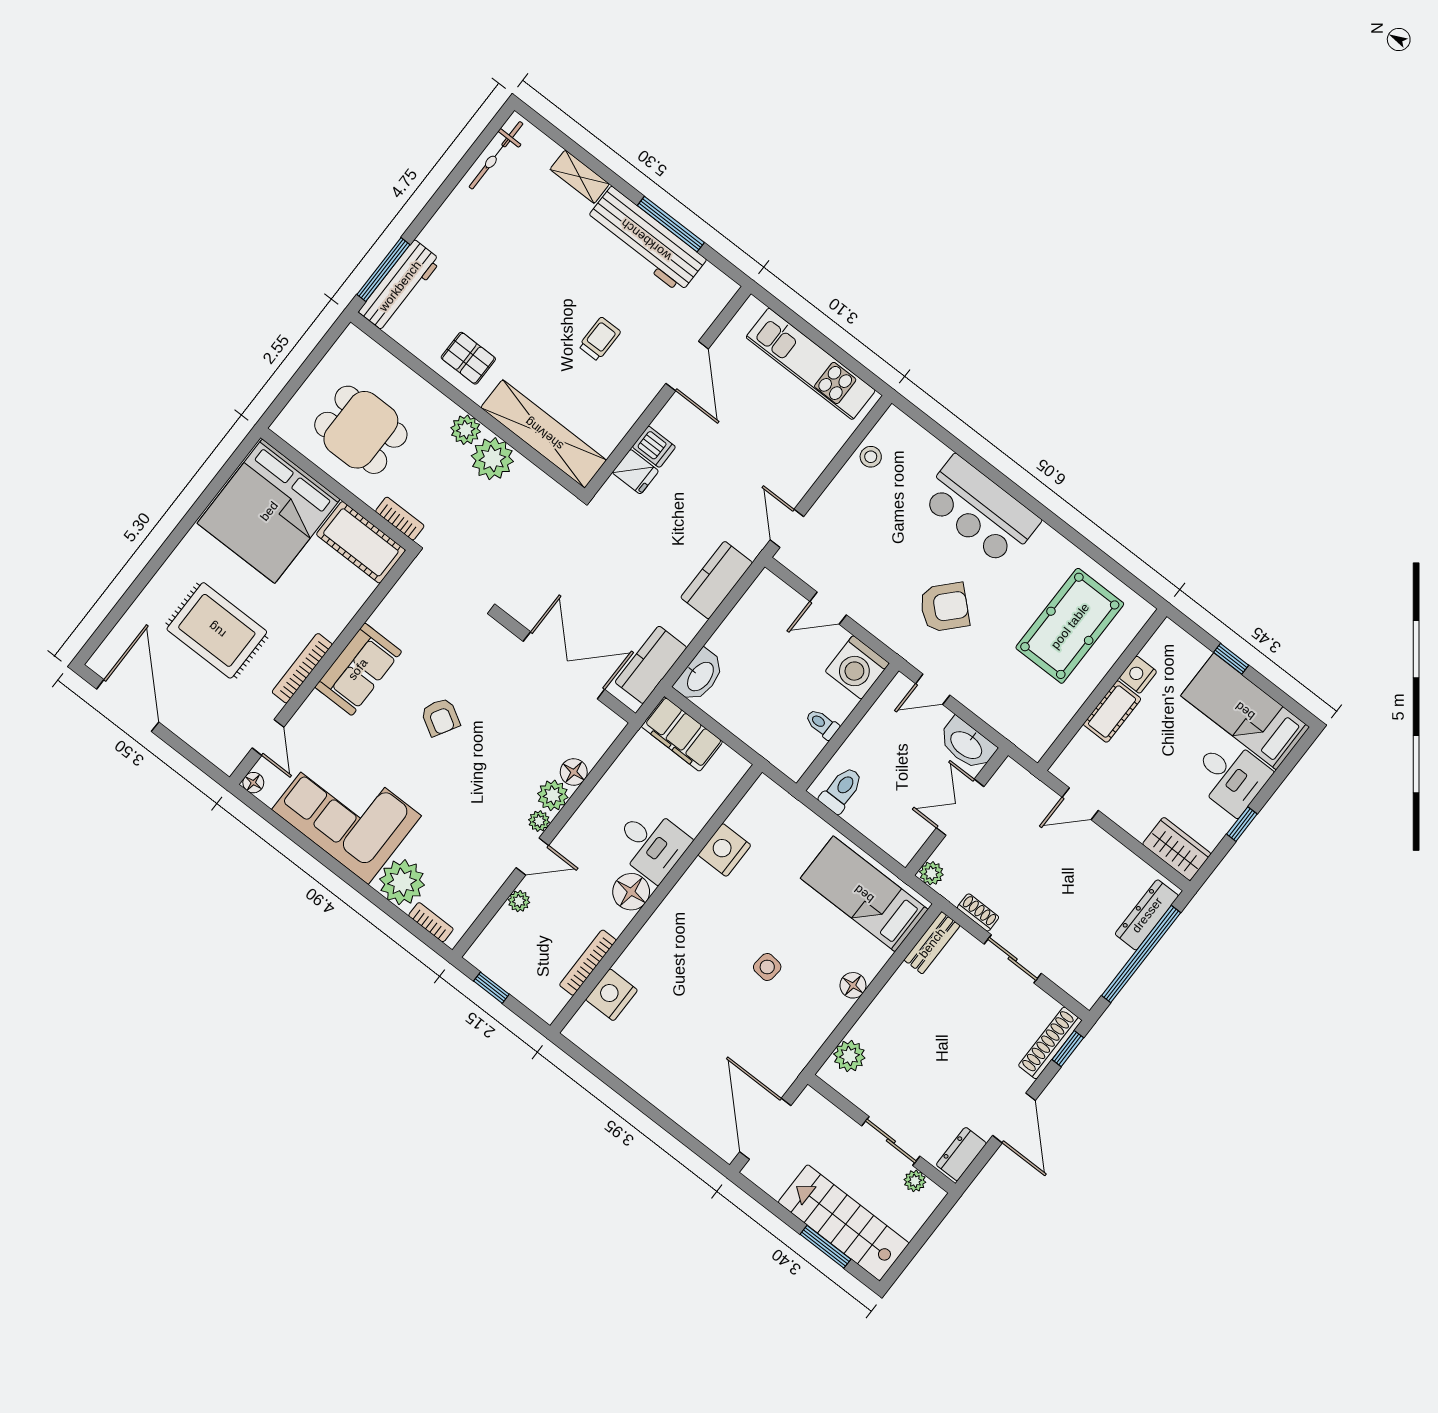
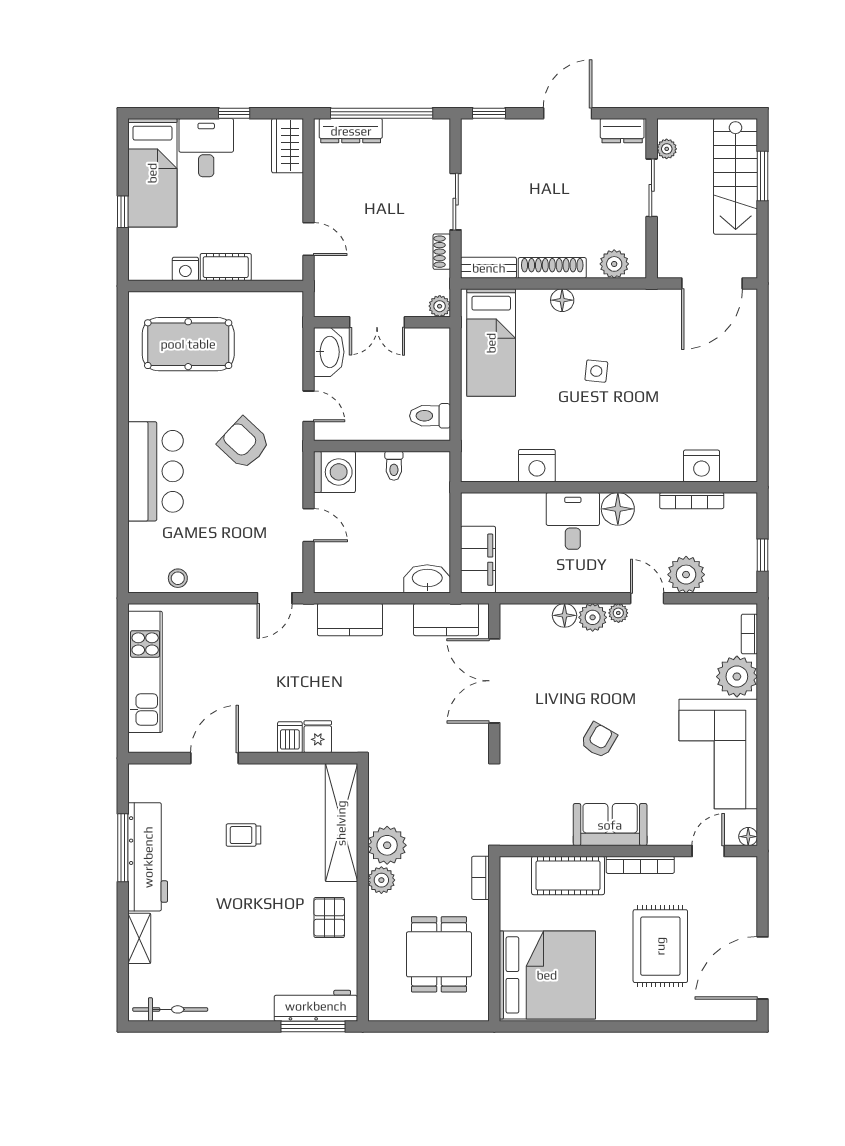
cot: (361, 542) -> (568, 875), moved, turned 90
plant: (519, 901) -> (686, 575), width x1.88, depth x1.88
shoe rack: (1050, 1043) -> (552, 268), moved, turned 180

